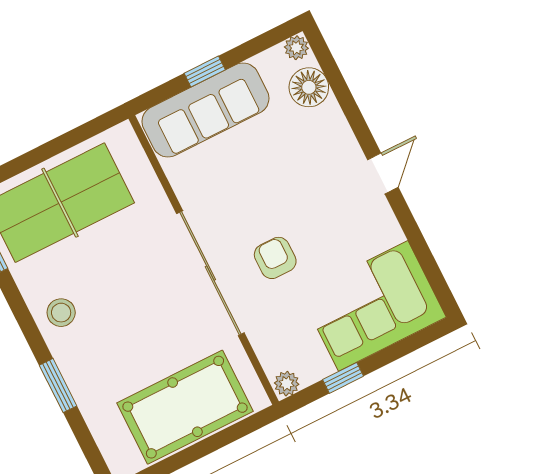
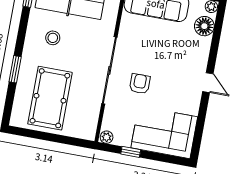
door: (383, 173) -> (208, 83), hinge flipped
stool: (61, 313) -> (53, 38), moved
pool table: (185, 407) -> (50, 98), moved, turned 90

